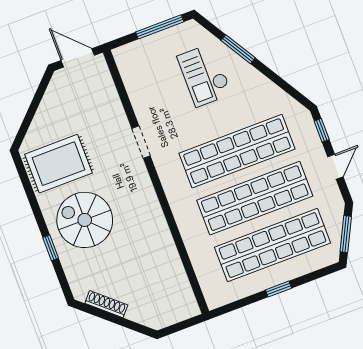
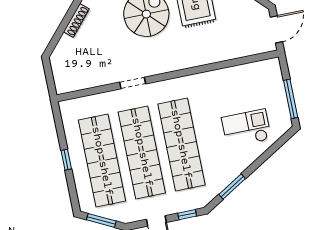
window: (238, 49) -> (232, 187), moved
doorway: (141, 142) -> (133, 83), moved

